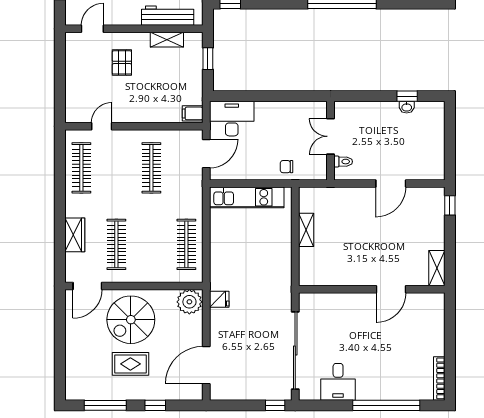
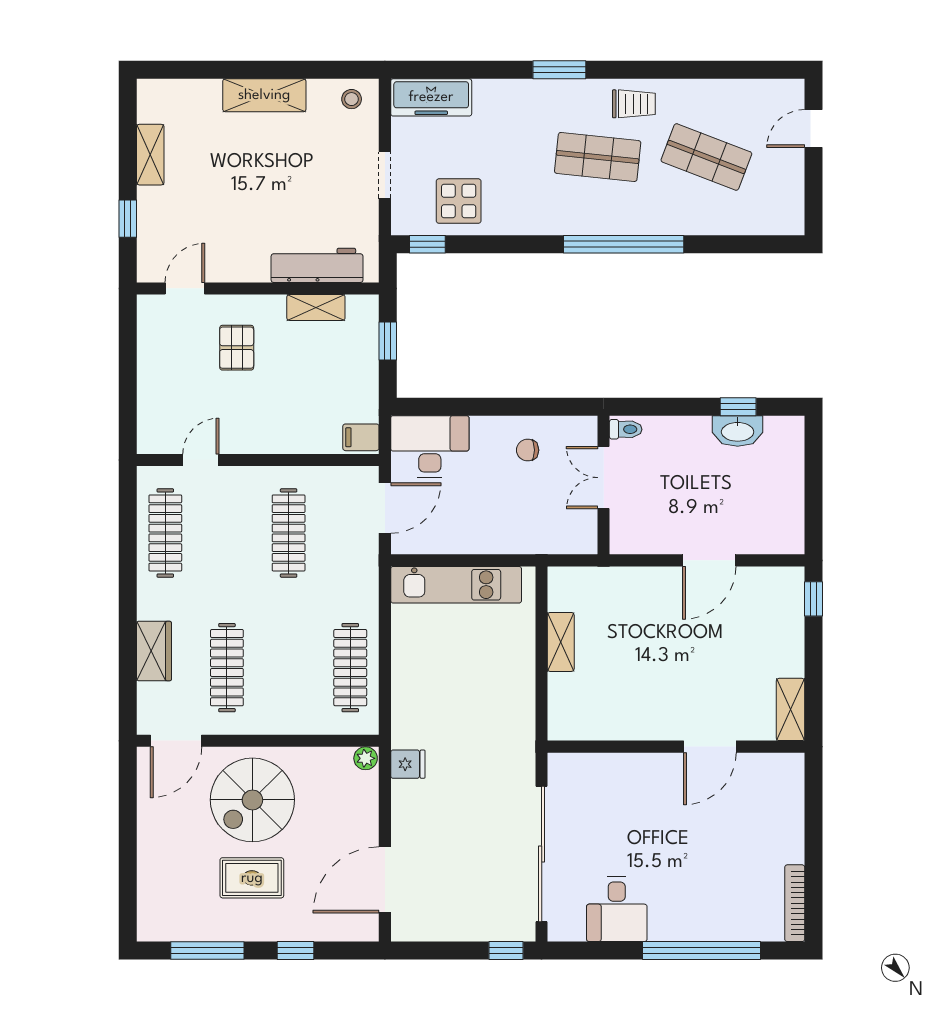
washbasin: (407, 107) -> (738, 431), width x1.91, depth x1.45
toilet: (343, 162) -> (626, 429), moved
chair: (287, 167) -> (528, 450), moved
plant: (189, 302) -> (366, 758), width x0.53, depth x0.53

